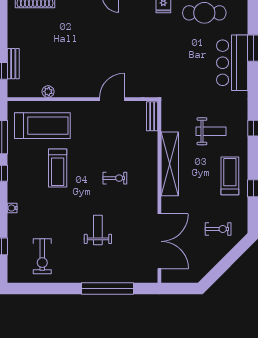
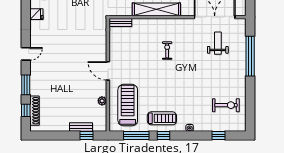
door: (112, 99) -> (108, 71), moved
treadmill: (58, 168) -> (162, 118), moved
weight bench: (98, 230) -> (218, 43), moved, turned 90

